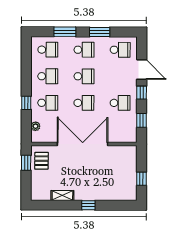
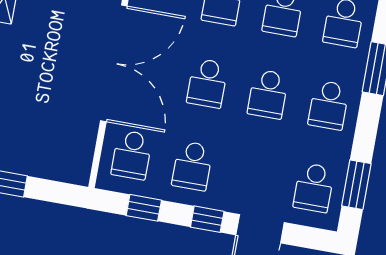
window: (100, 32) -> (356, 185), moved
school desk: (120, 129) -> (132, 155), added

